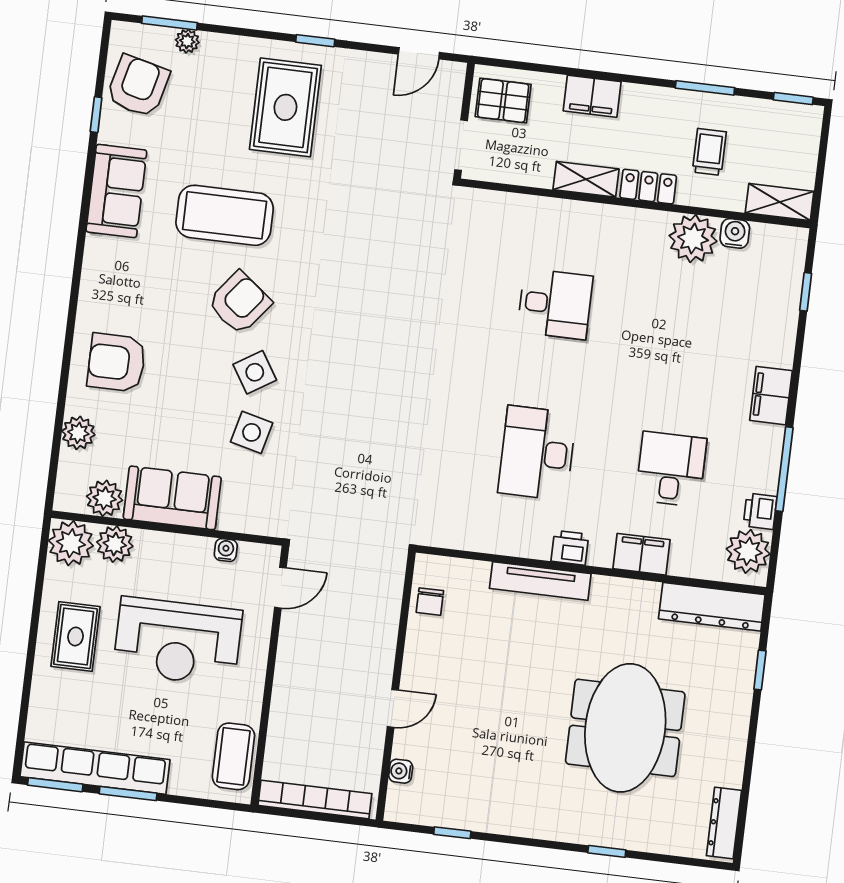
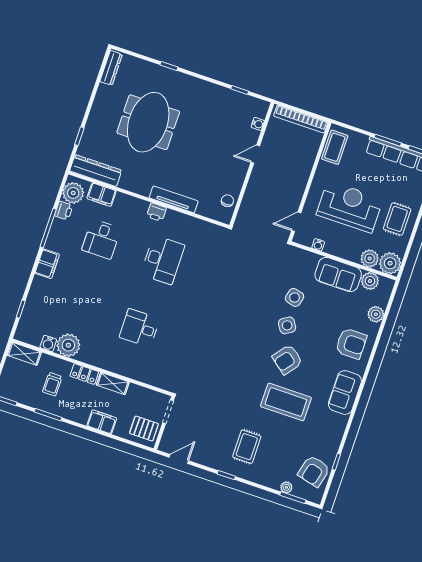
rug: (285, 107) -> (247, 447), width x0.73, depth x0.70
sofa: (116, 191) -> (345, 393), moved
filing cabinet: (642, 554) -> (102, 195), moved

